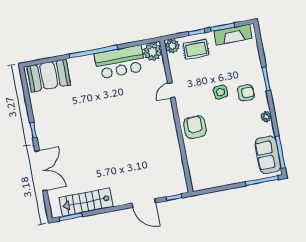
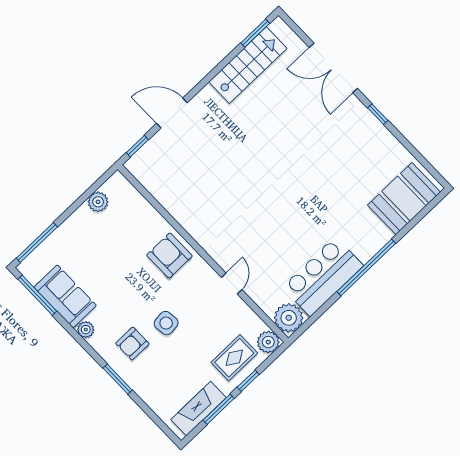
armchair: (195, 127) -> (169, 256), turned 180
sofa: (268, 155) -> (65, 296), moved
plant: (215, 181) -> (98, 202), added

